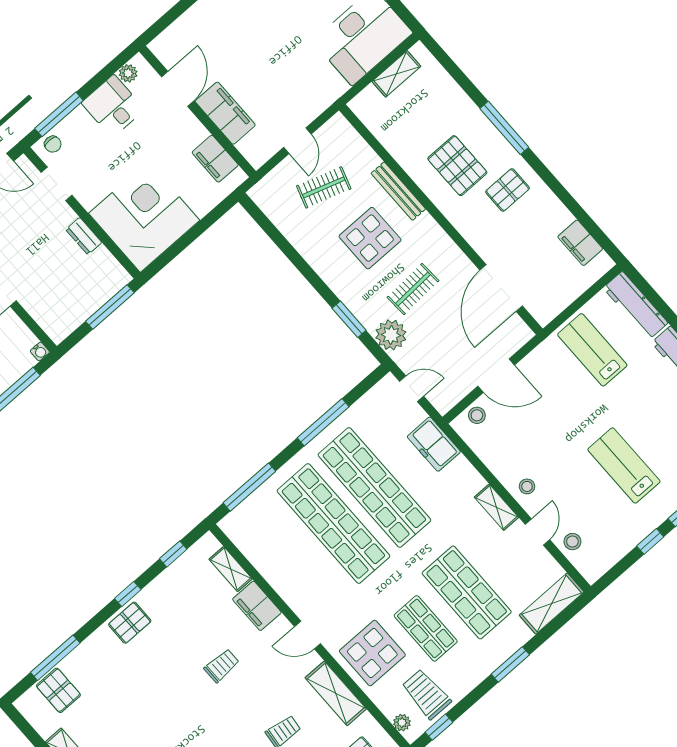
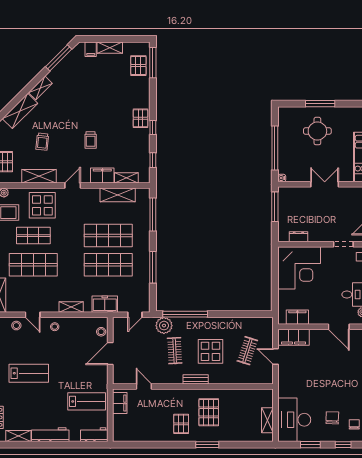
filing cabinet: (225, 113) -> (294, 337), moved
window: (504, 128) -> (207, 445), width x0.69
pallet: (457, 166) -> (209, 412), turned 90
bench: (398, 191) -> (196, 379), moved, width x0.73
dresser: (84, 236) -> (298, 237), moved
filing cabinet: (580, 243) -> (120, 403), moved, turned 90
door: (501, 288) -> (144, 387), width x0.53
workbench: (636, 305) -> (94, 435), width x0.73
window: (110, 307) -> (275, 207), moved
window: (349, 319) -> (185, 314), width x2.11
shop shelf: (374, 488) -> (108, 265), width x0.71
shelving: (496, 507) -> (71, 307), moved
shop shelf: (333, 524) -> (108, 236), width x0.71
shelving: (265, 560) -> (118, 195), added
window: (55, 658) -> (153, 63), moved
pallet: (58, 690) -> (138, 66), turned 90

